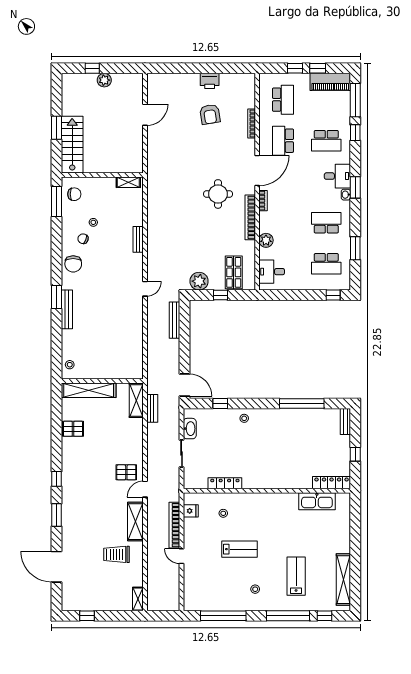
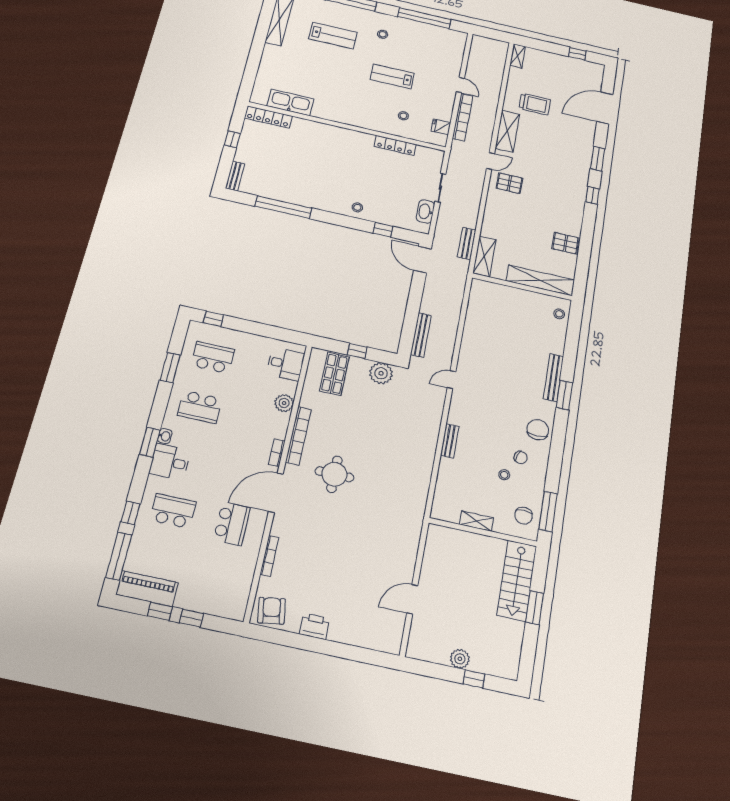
school desk: (283, 100) -> (219, 579), removed
armchair: (210, 114) -> (272, 611), moved
shelving: (128, 182) -> (477, 521), moved
chair: (74, 194) -> (524, 516), turned -90
door: (57, 567) -> (605, 108), swing flipped
lab bench: (296, 576) -> (333, 36), turned -90

